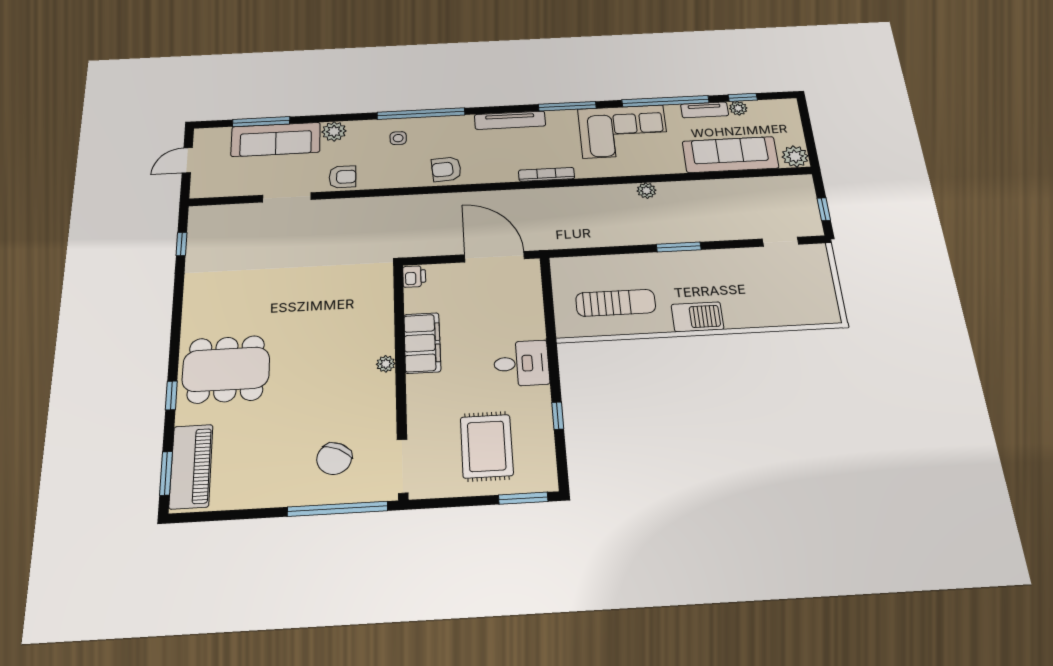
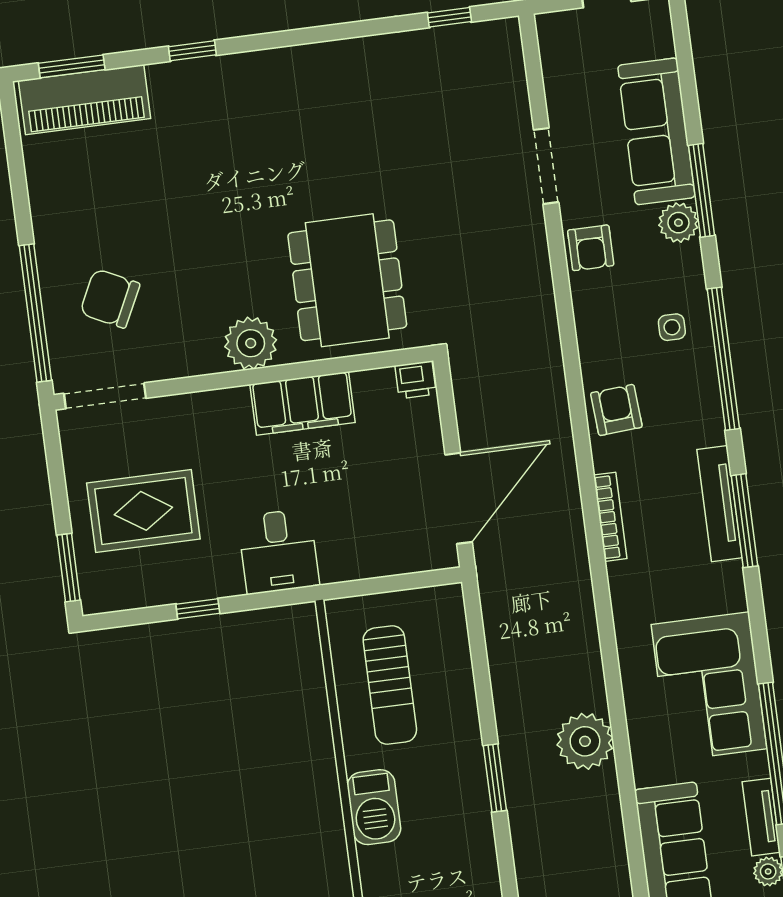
window: (567, 106) -> (744, 521), moved
window: (261, 122) -> (702, 190), moved
bookcase: (547, 174) -> (610, 517), moved
plant: (646, 191) -> (585, 741), width x1.87, depth x1.87
plant: (386, 364) -> (251, 343), width x1.88, depth x1.88
dining table: (226, 369) -> (347, 280), moved

